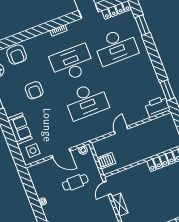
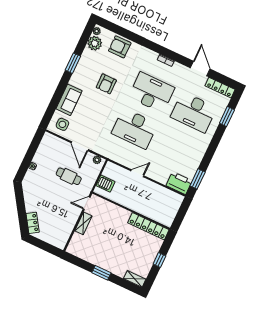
armchair: (17, 55) -> (120, 47), turned 90

